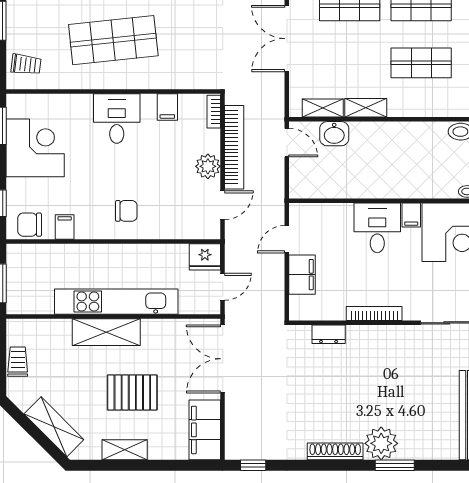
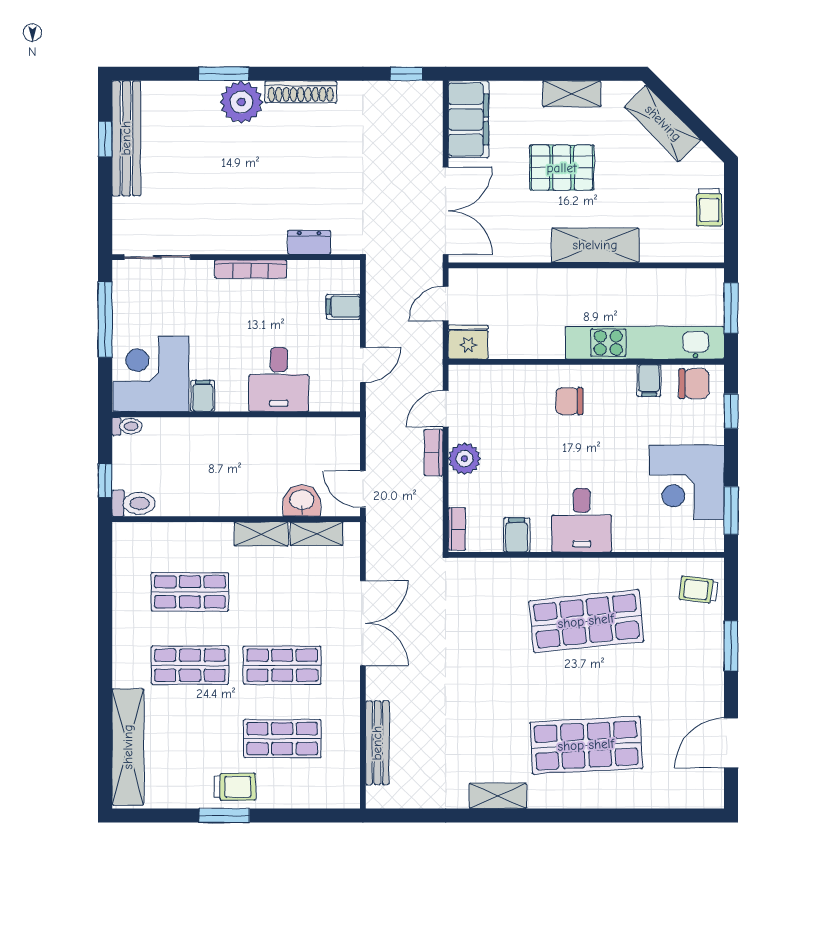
bookcase: (234, 147) -> (434, 453), width x0.43, depth x0.76
desk: (377, 228) -> (279, 379), moved
filing cabinet: (302, 275) -> (343, 307), width x0.50
kitchen unit: (116, 302) -> (645, 343), moved, turned 180

